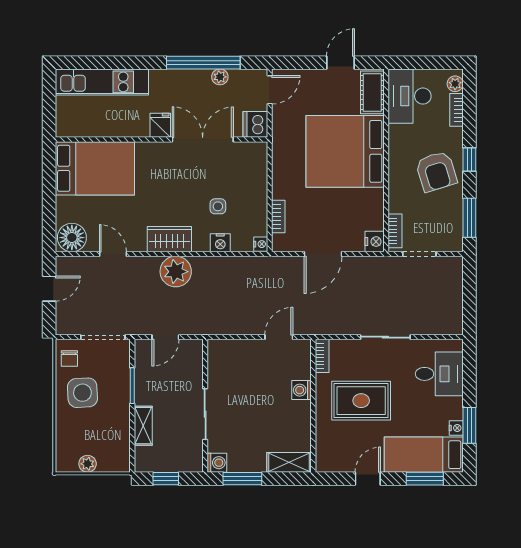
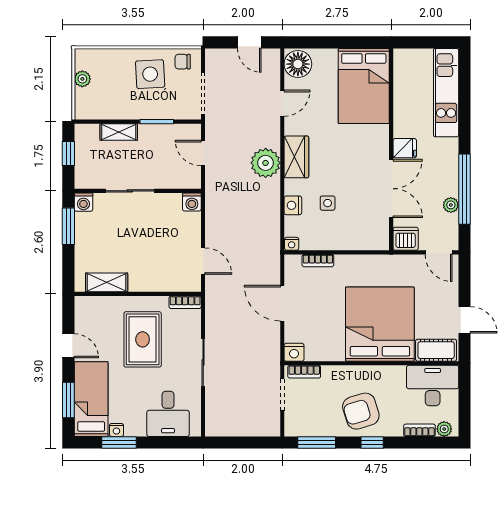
washing machine: (302, 390) -> (192, 202), moved, turned 180
shelving: (289, 462) -> (107, 282), moved, turned 90

